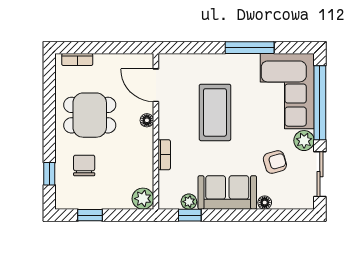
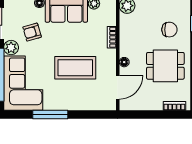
door: (156, 85) -> (118, 87), hinge flipped
coffee table: (215, 112) -> (75, 68), turned 90
chair: (84, 165) -> (169, 30), turned -90

